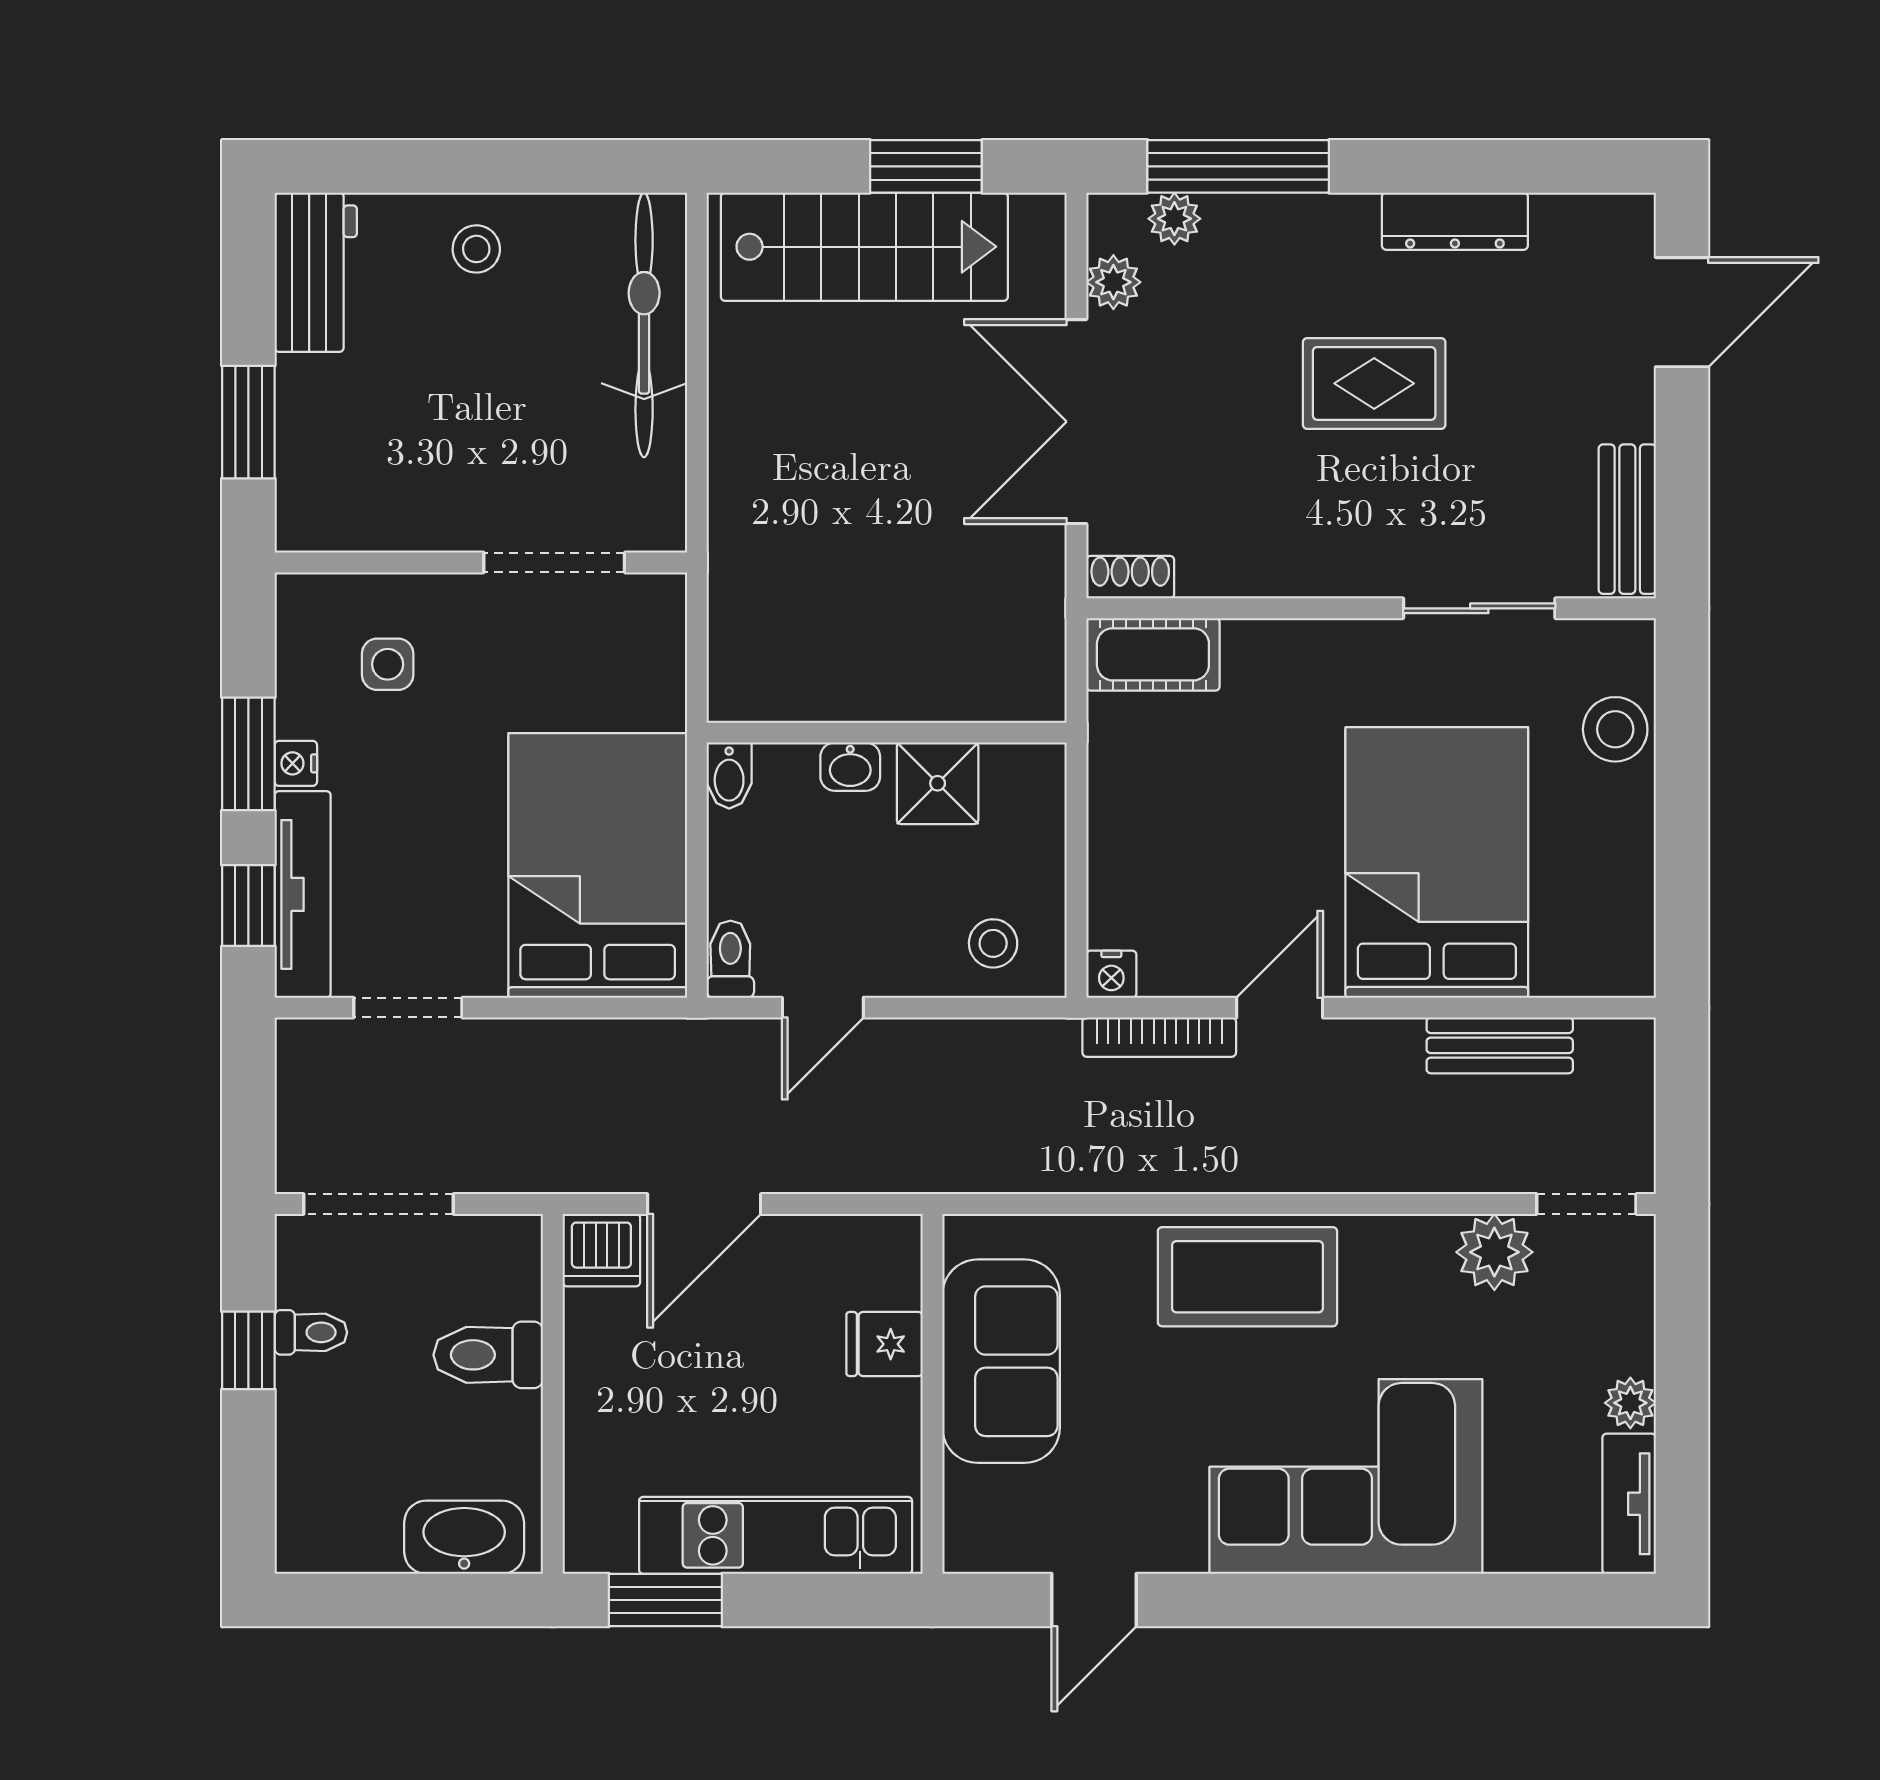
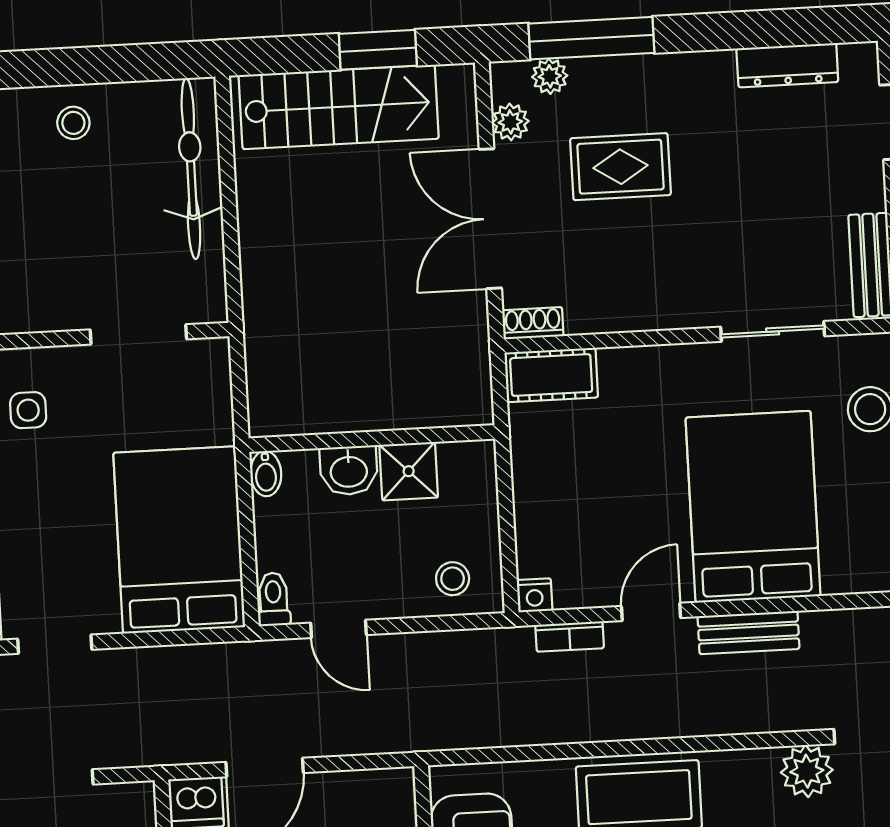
dresser: (1455, 221) -> (787, 65), moved
rug: (1374, 383) -> (621, 167), moved
washbasin: (850, 767) -> (349, 470), width x1.38, depth x1.45
door: (823, 1008) -> (338, 629), hinge flipped
bookcase: (1159, 1037) -> (570, 637), width x0.64
bench: (1500, 1045) -> (748, 633), moved

